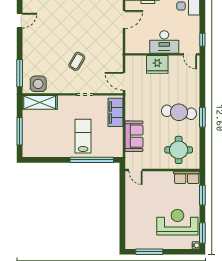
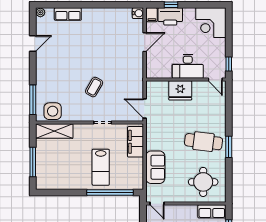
lab bench: (83, 136) -> (101, 167), turned 180

